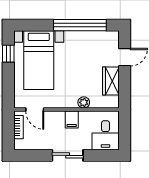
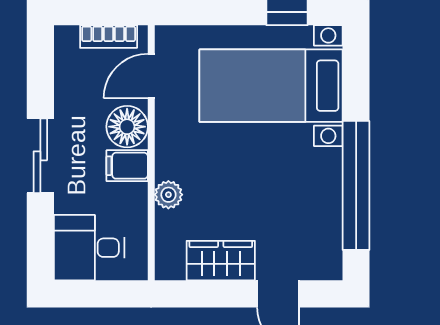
floor lamp: (56, 120) -> (127, 127), added

